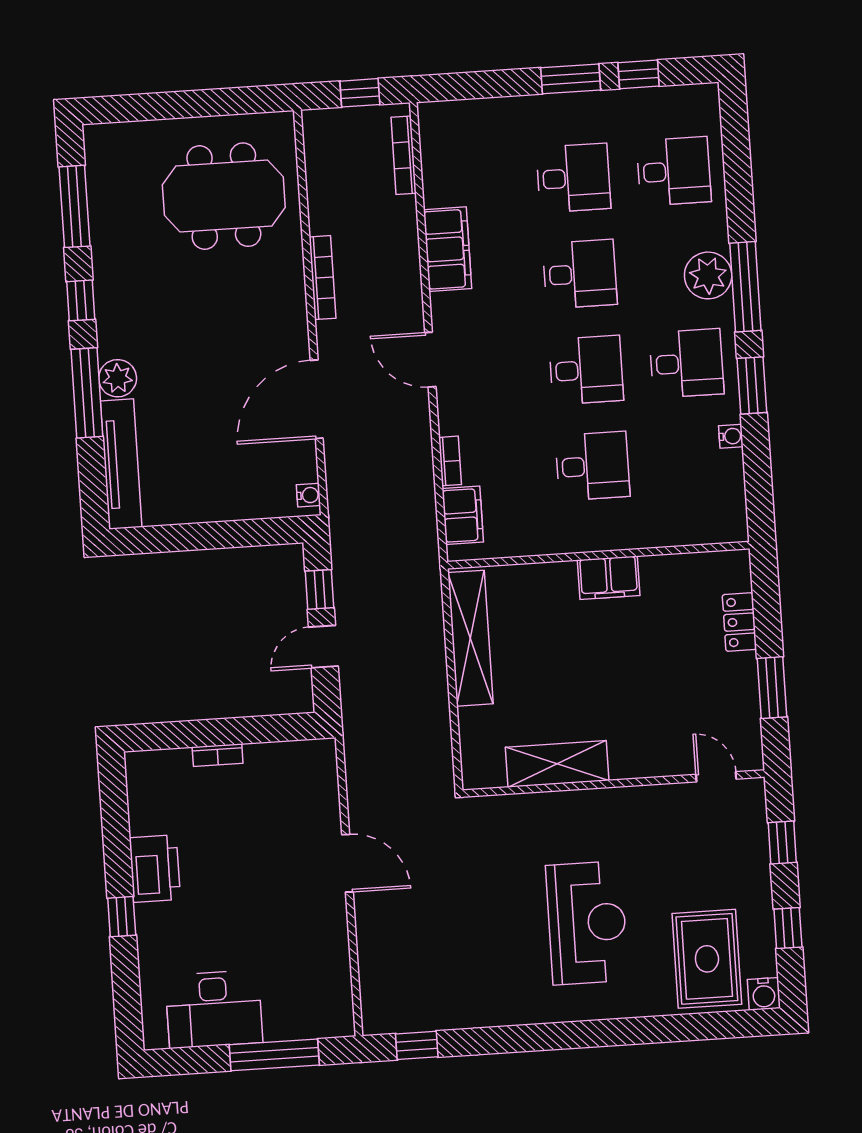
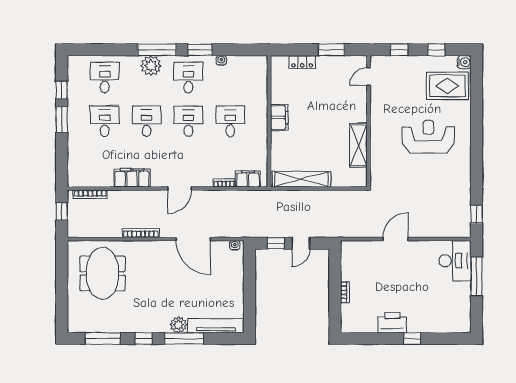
door: (323, 647) -> (301, 243), hinge flipped
desk: (214, 1009) -> (455, 261), moved

